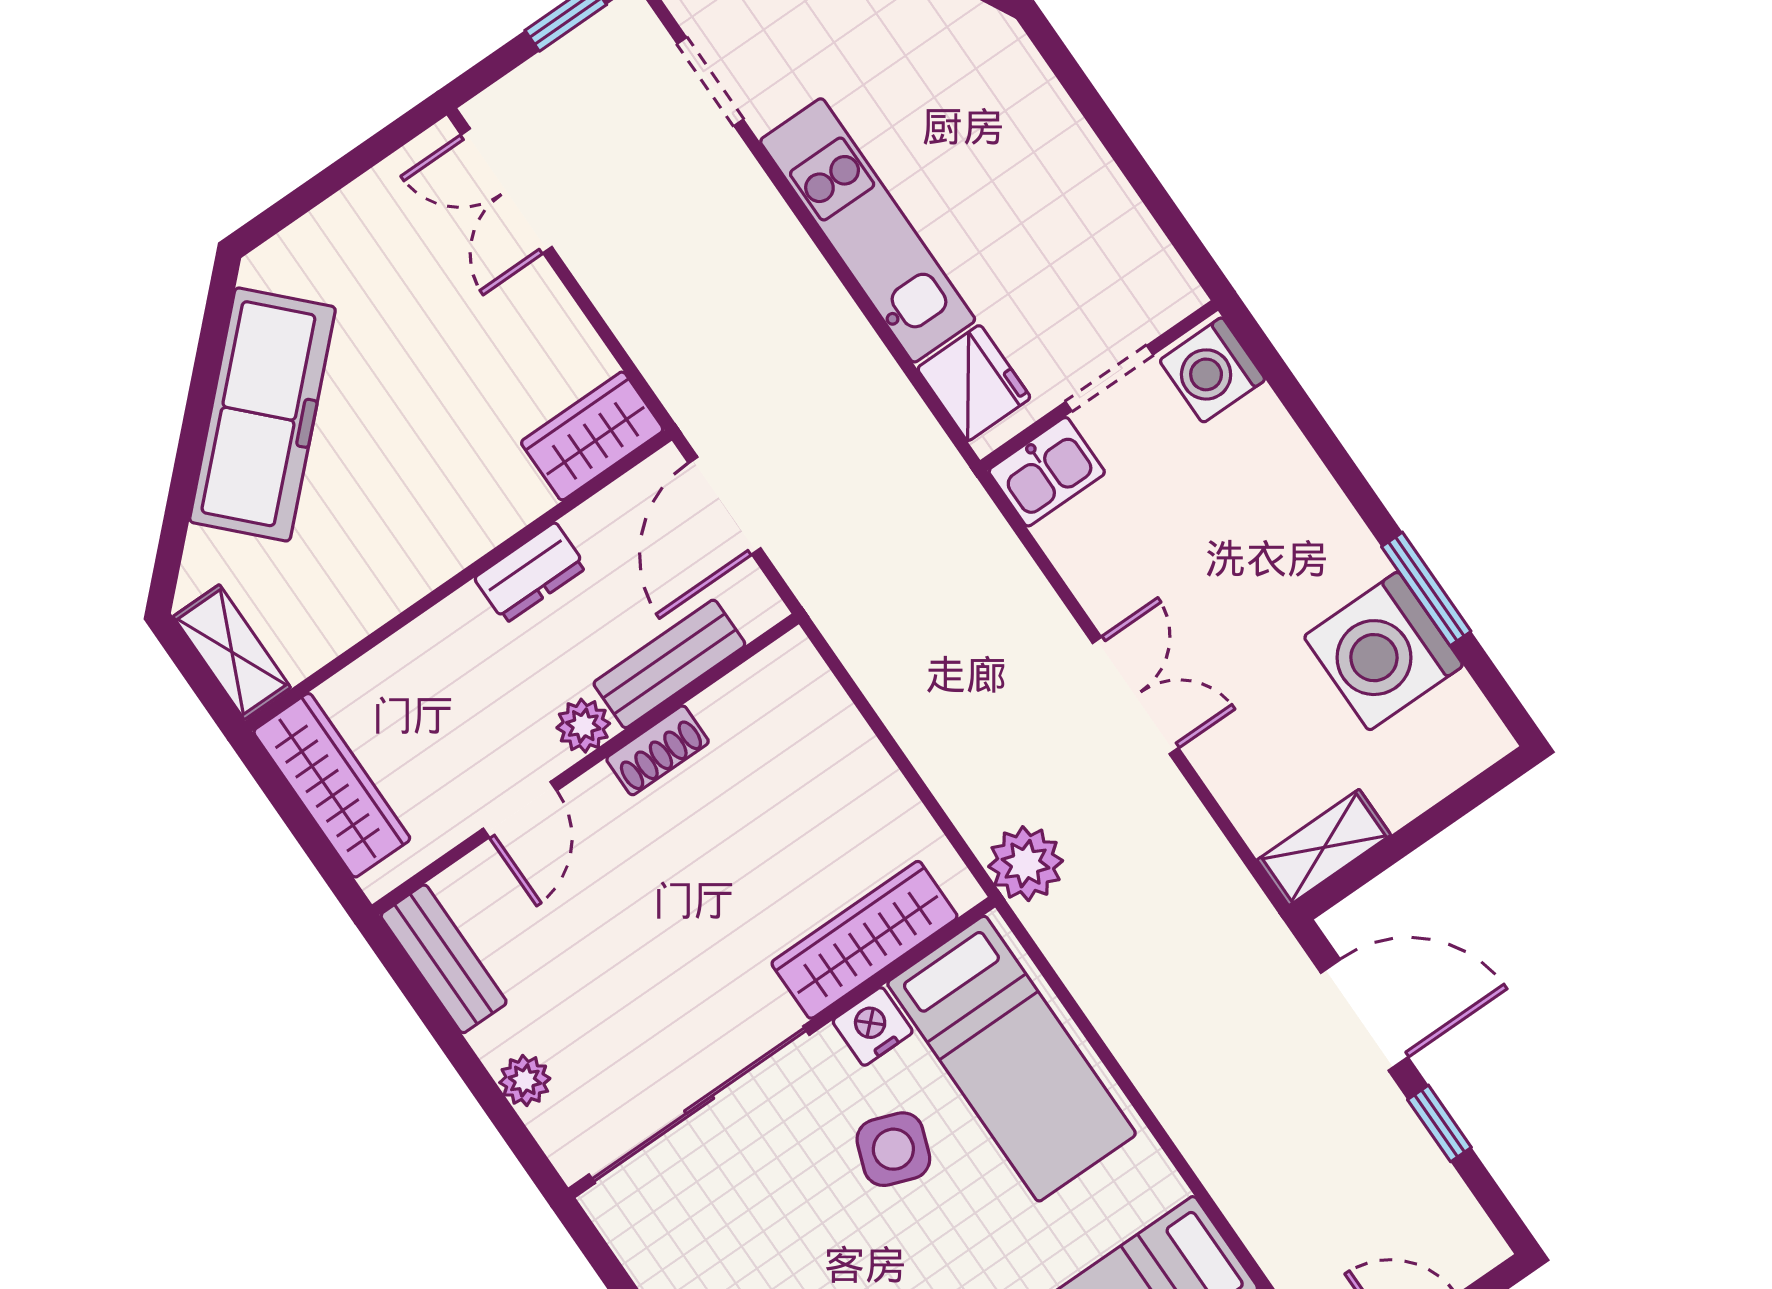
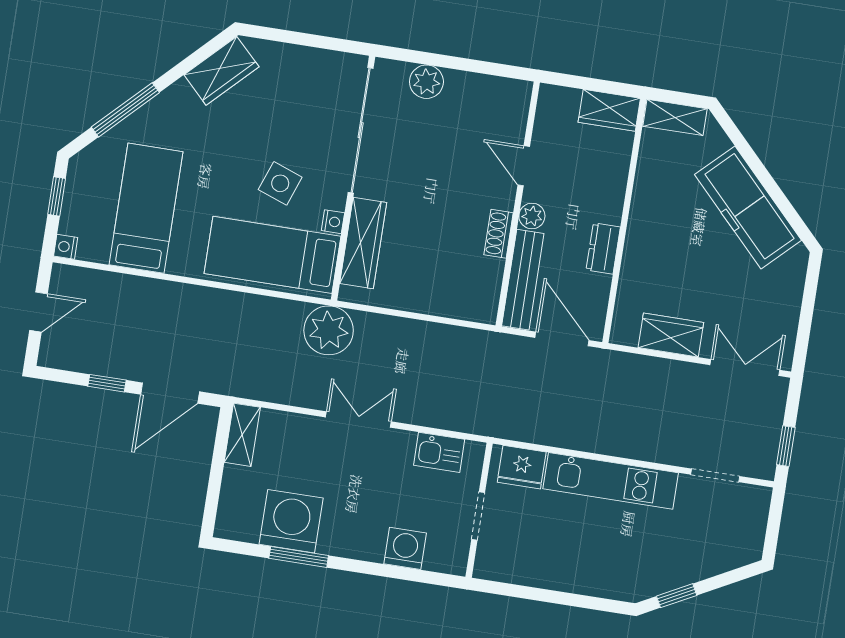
washing machine: (1212, 370) -> (405, 548), moved
wardrobe: (592, 436) -> (671, 335), moved, turned -90
kitchen sink: (1047, 472) -> (439, 452), moved, turned -90
bench: (669, 664) -> (523, 280), width x1.36
double door: (1135, 696) -> (358, 419), swing flipped
wardrobe: (332, 785) -> (609, 110), width x0.67
plant: (1026, 864) -> (329, 330), width x1.36, depth x1.36
bench: (444, 959) -> (497, 89), removed
nightstand: (873, 1026) -> (333, 222), width x0.72, depth x0.74
plant: (525, 1080) -> (426, 82), width x1.38, depth x1.38

